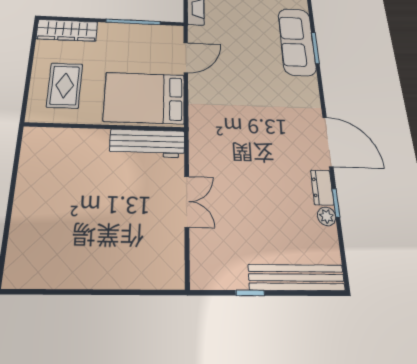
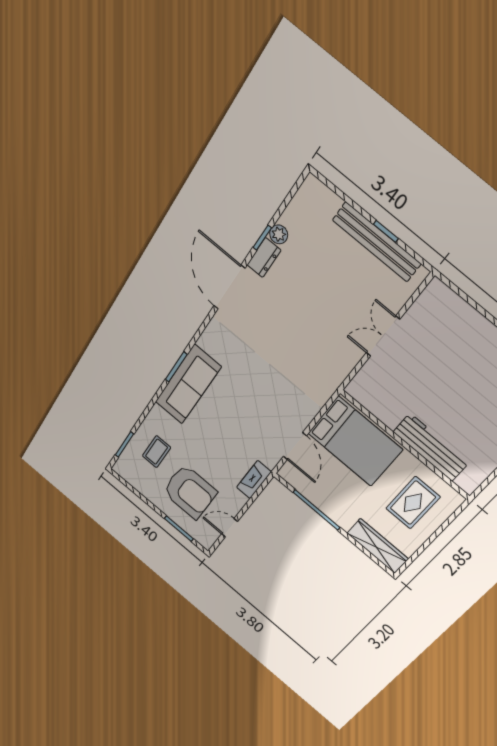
door: (186, 58) -> (295, 446), swing flipped
workbench: (147, 143) -> (431, 447), moved
bench: (296, 278) -> (376, 242), moved

